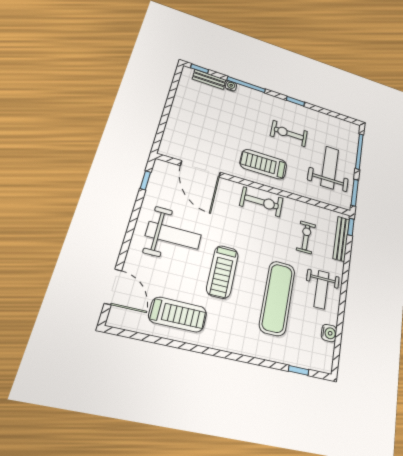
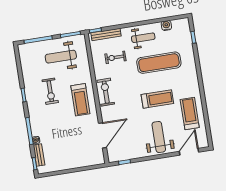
weight bench: (174, 235) -> (159, 137), moved

